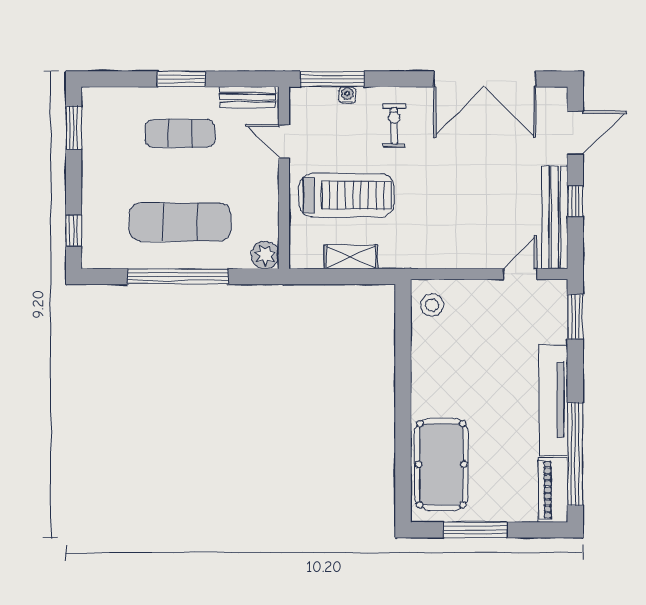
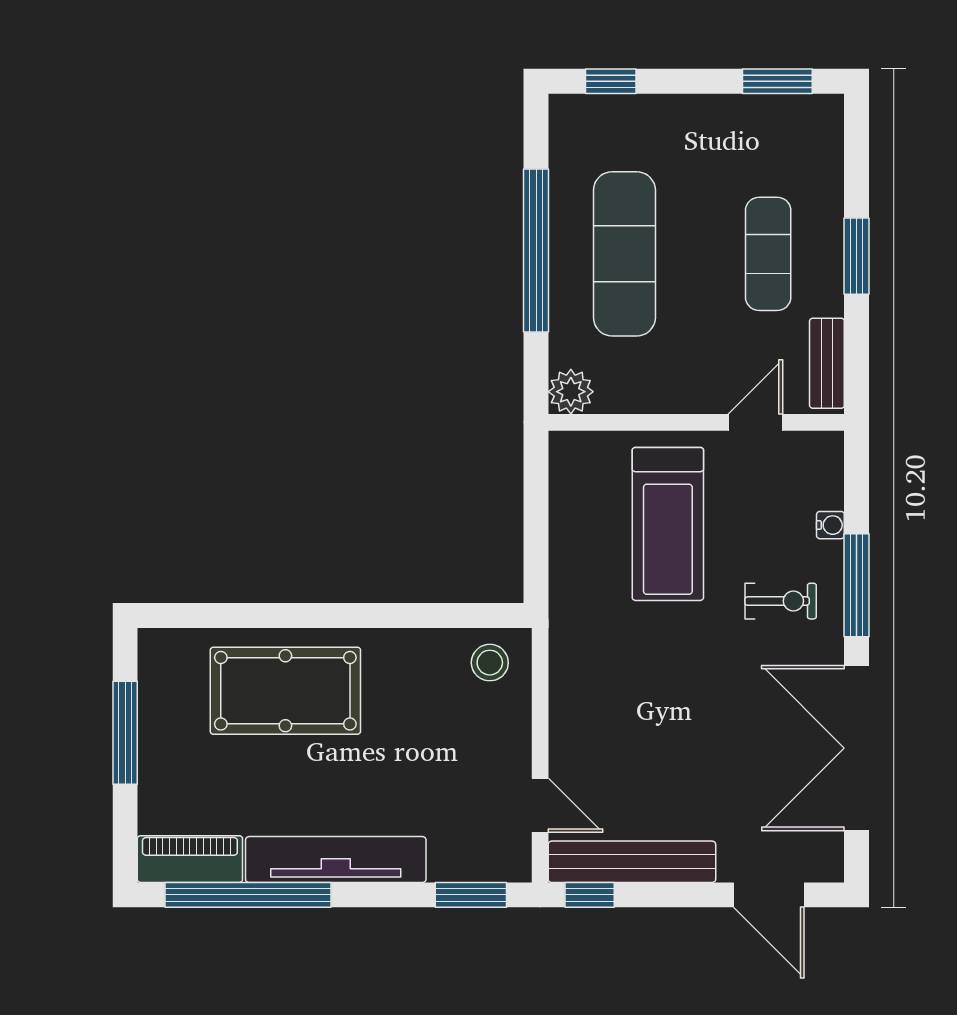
window: (332, 79) -> (857, 585), moved
window: (575, 201) -> (590, 895), moved
shelving: (351, 257) -> (568, 531), removed
pool table: (441, 464) -> (285, 691), moved

